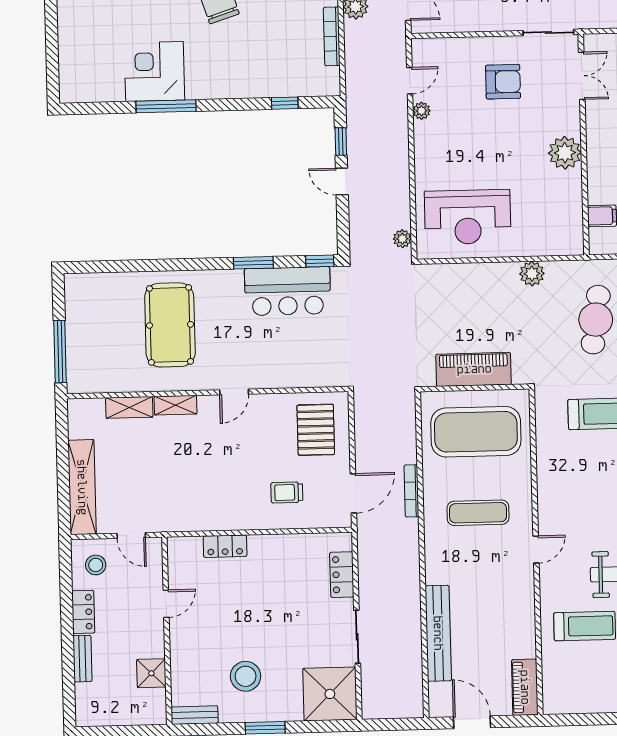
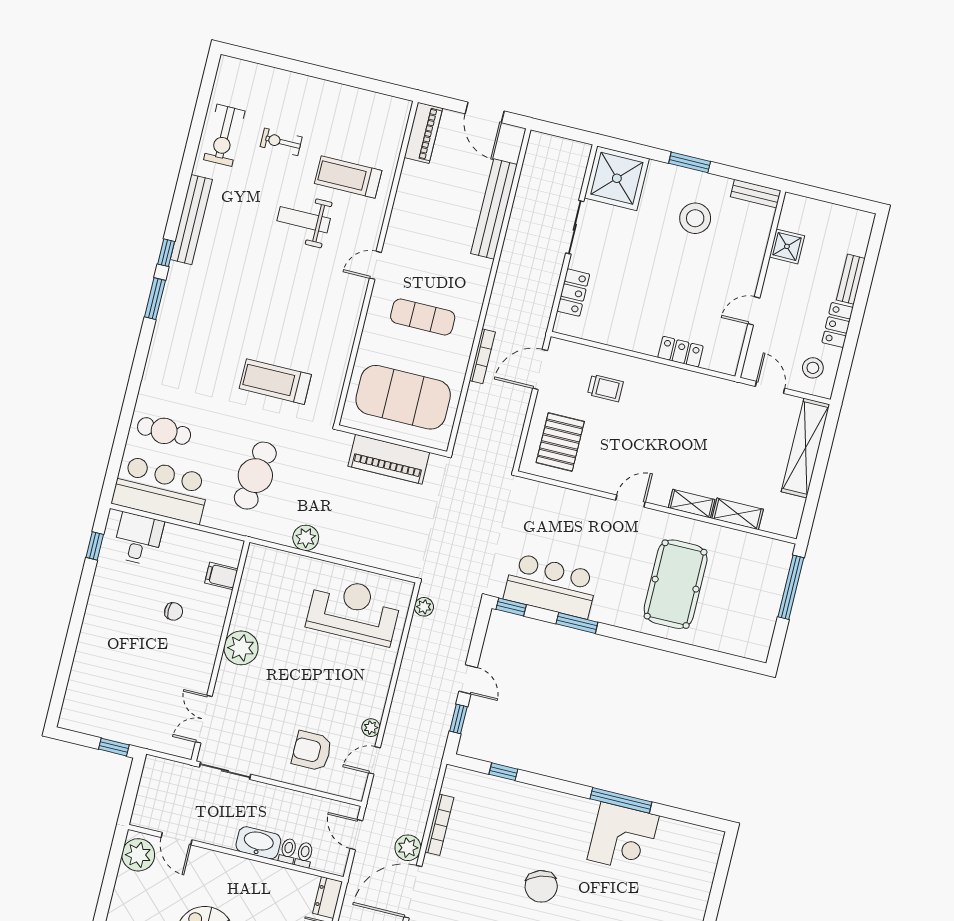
armchair: (503, 82) -> (312, 751), moved

